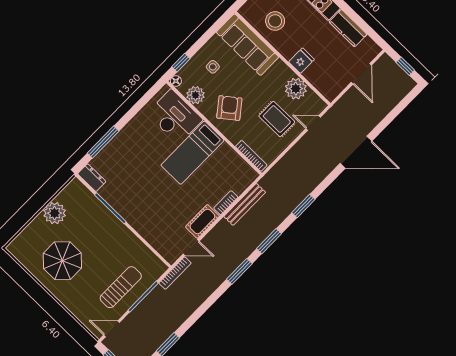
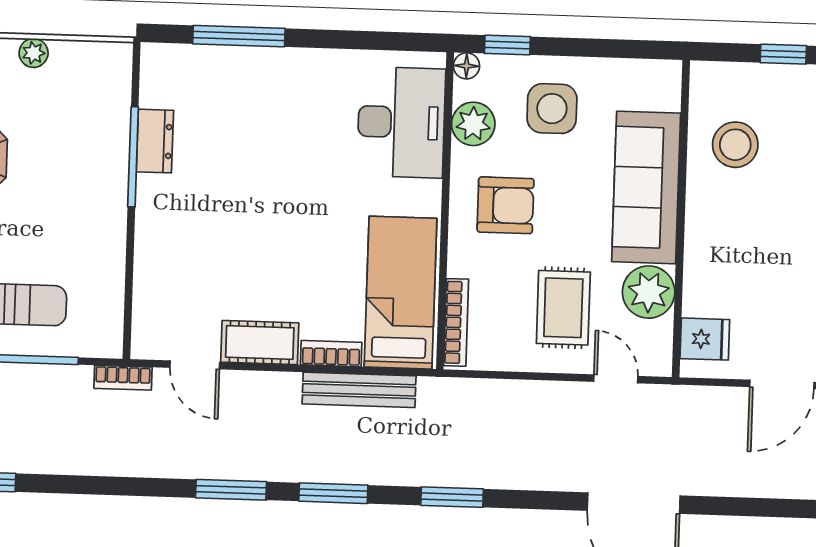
sofa: (247, 45) -> (646, 187), moved
fridge: (301, 61) -> (705, 339), moved
side table: (213, 67) -> (552, 109), width x1.87, depth x1.87
armchair: (229, 108) -> (506, 205), turned 38
bed: (192, 153) -> (400, 293), moved, turned 90
dresser: (92, 178) -> (155, 141), moved
plant: (55, 213) -> (34, 53), width x0.53, depth x0.53
bookcase: (175, 273) -> (123, 378), width x0.64

